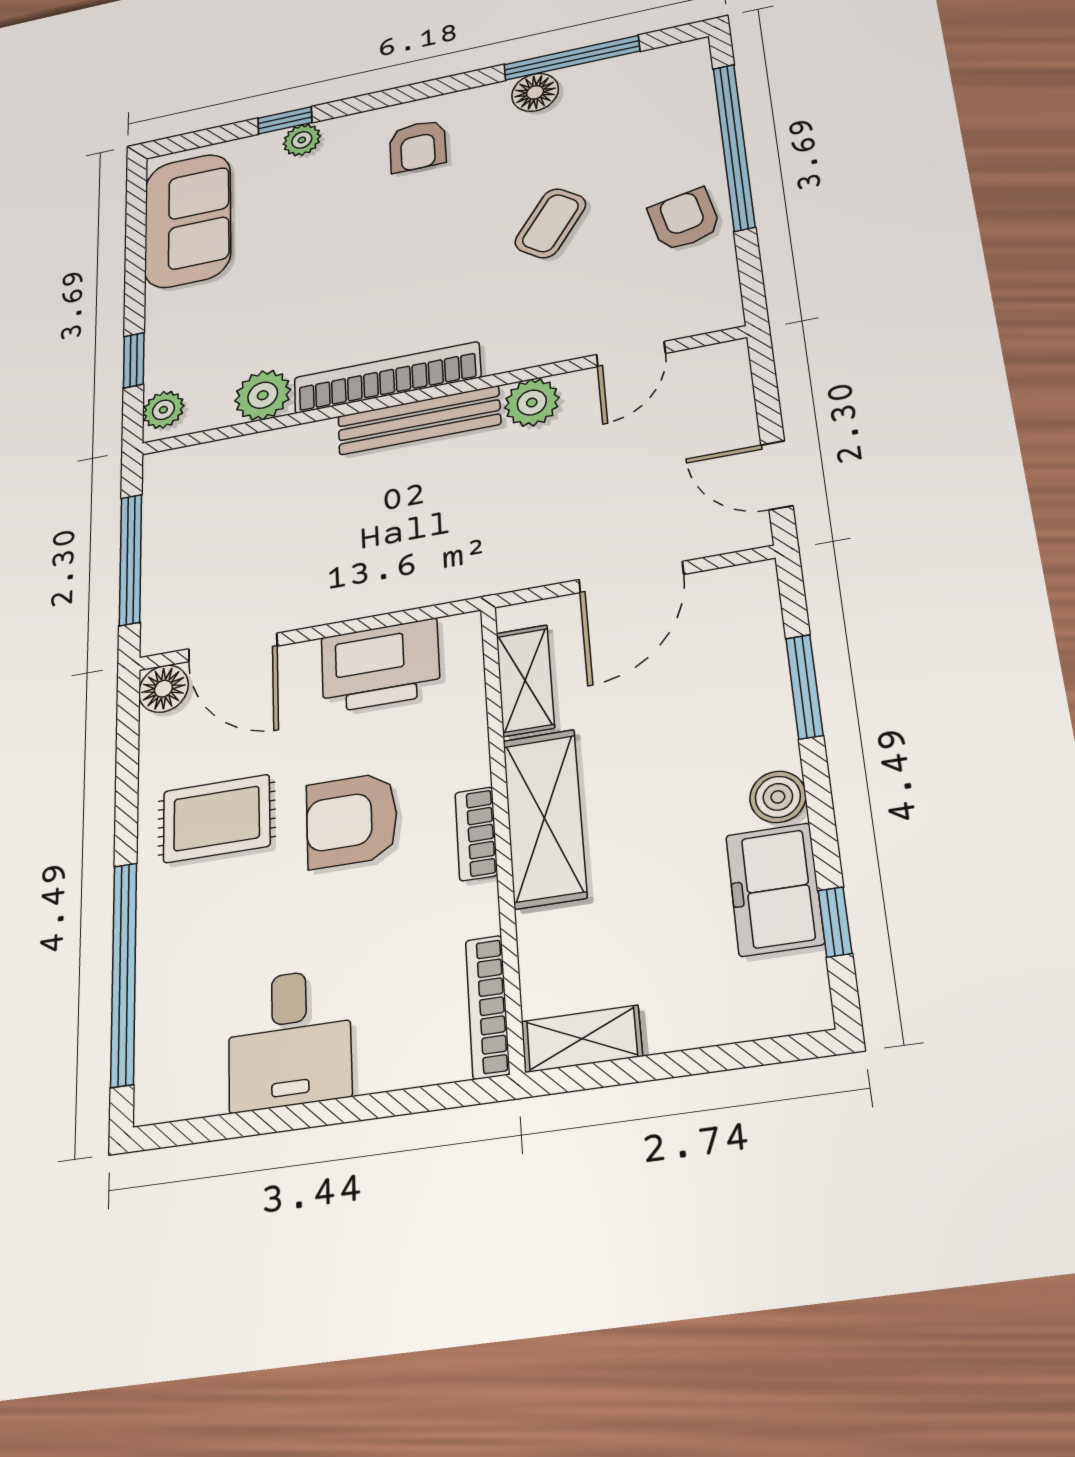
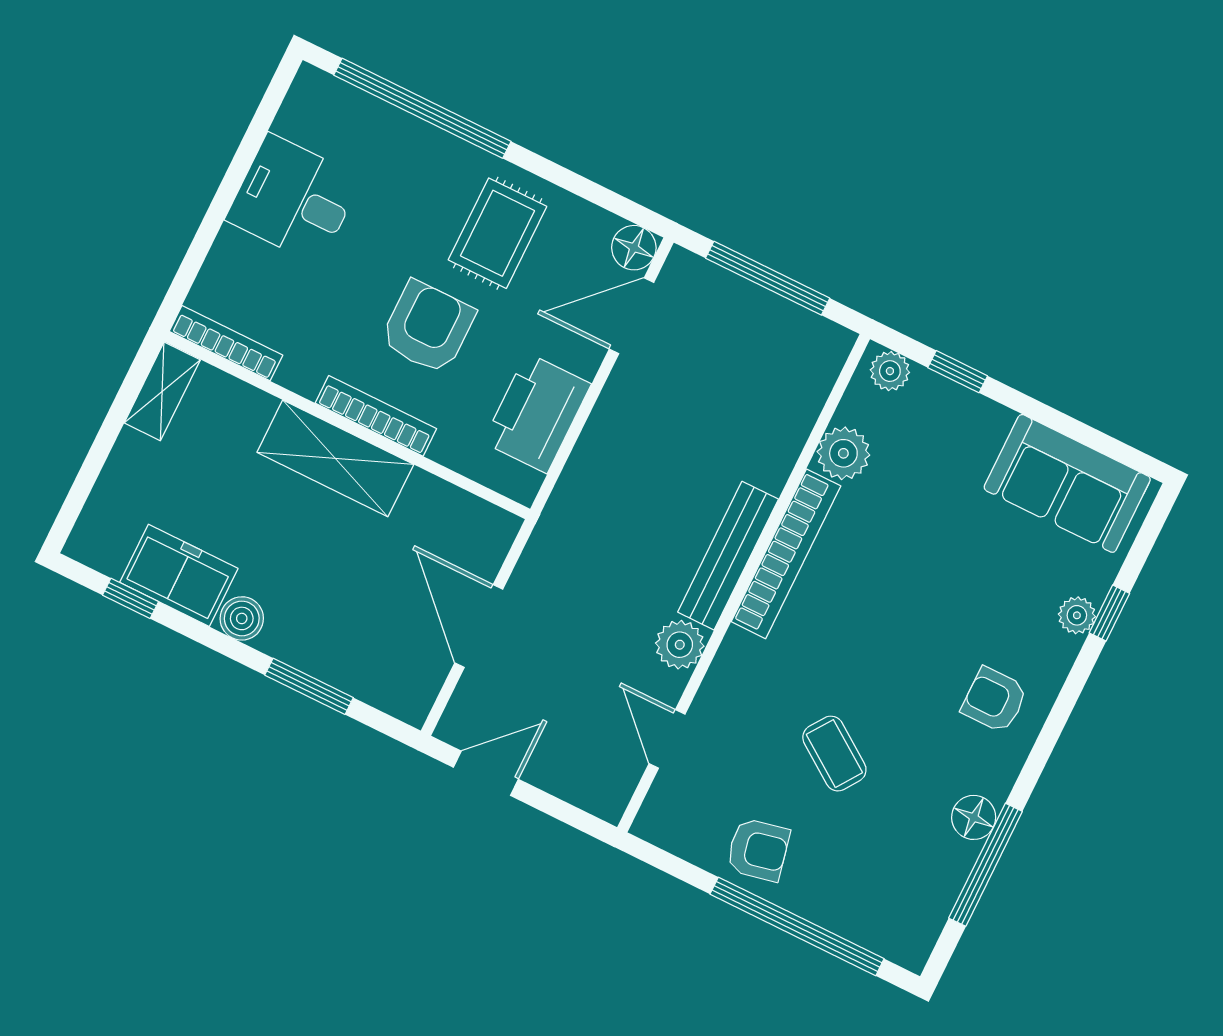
shelving: (525, 680) -> (450, 506), removed
bookcase: (476, 834) -> (376, 416), width x1.56

